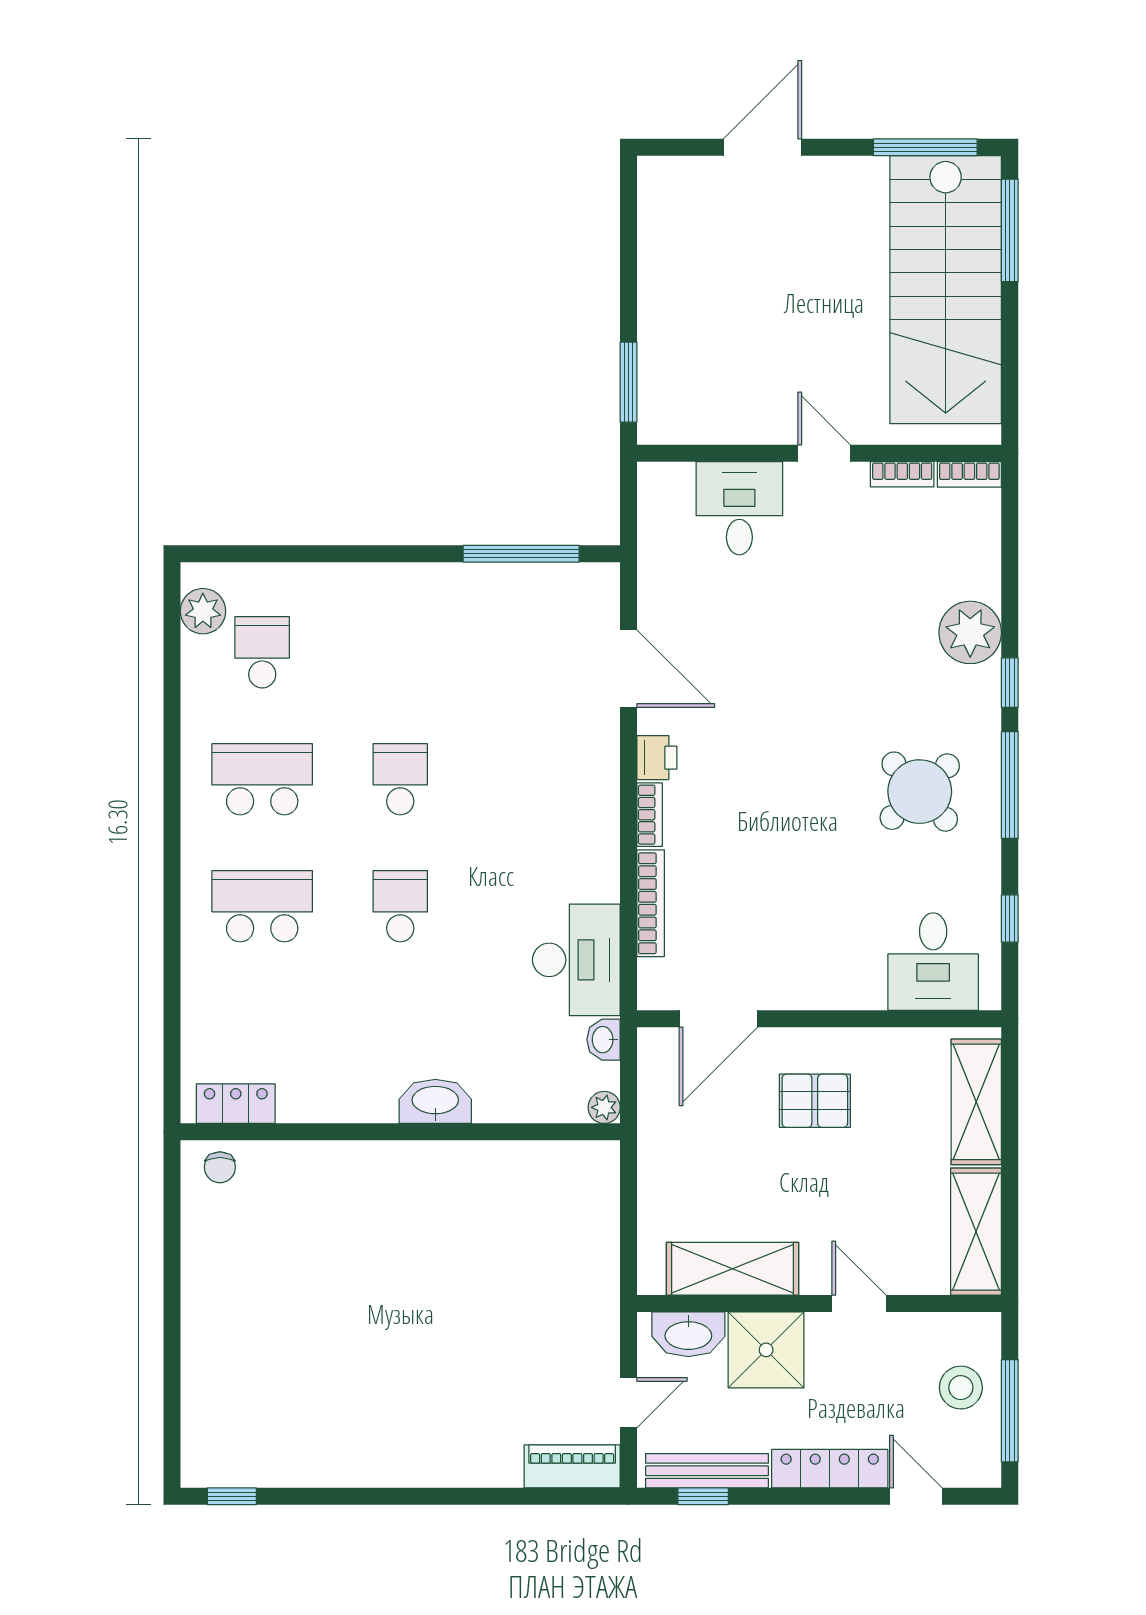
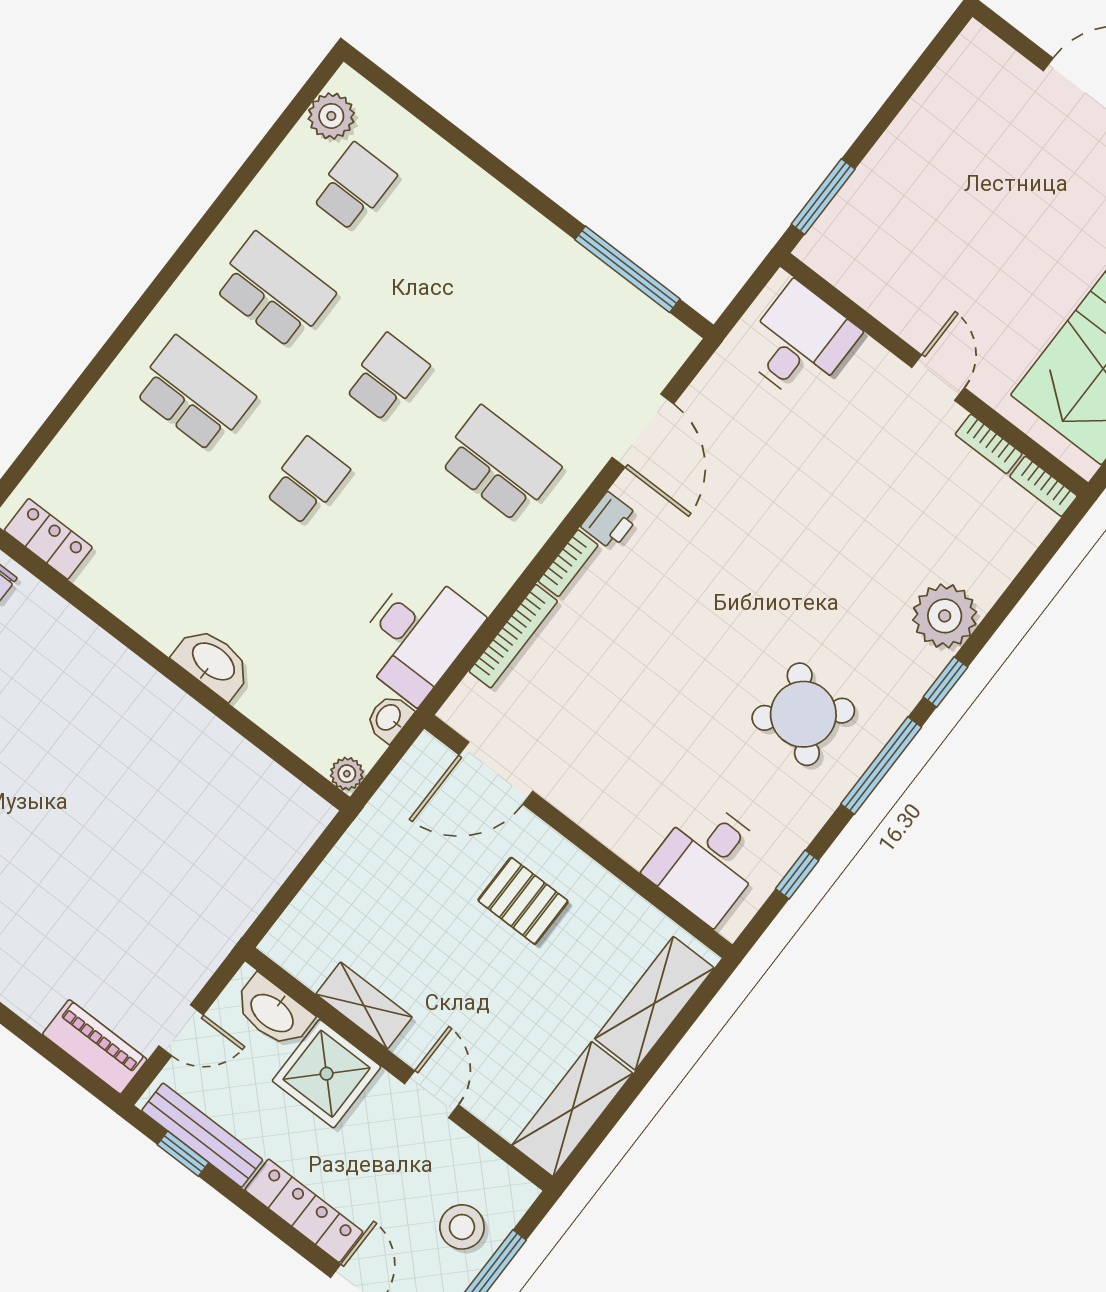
desk: (739, 508) -> (800, 342), moved
school desk: (538, 779) -> (499, 464), added
shelving: (732, 1269) -> (364, 1006), width x0.67, depth x0.75

